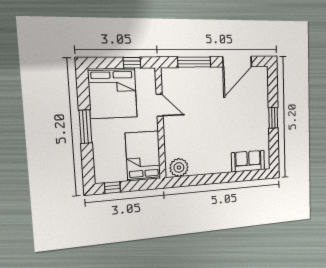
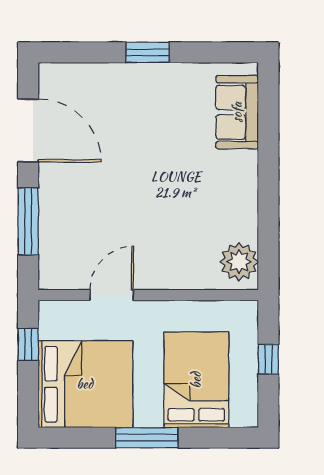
bed: (143, 156) -> (196, 380), moved, turned 90
window: (112, 188) -> (268, 359), moved

